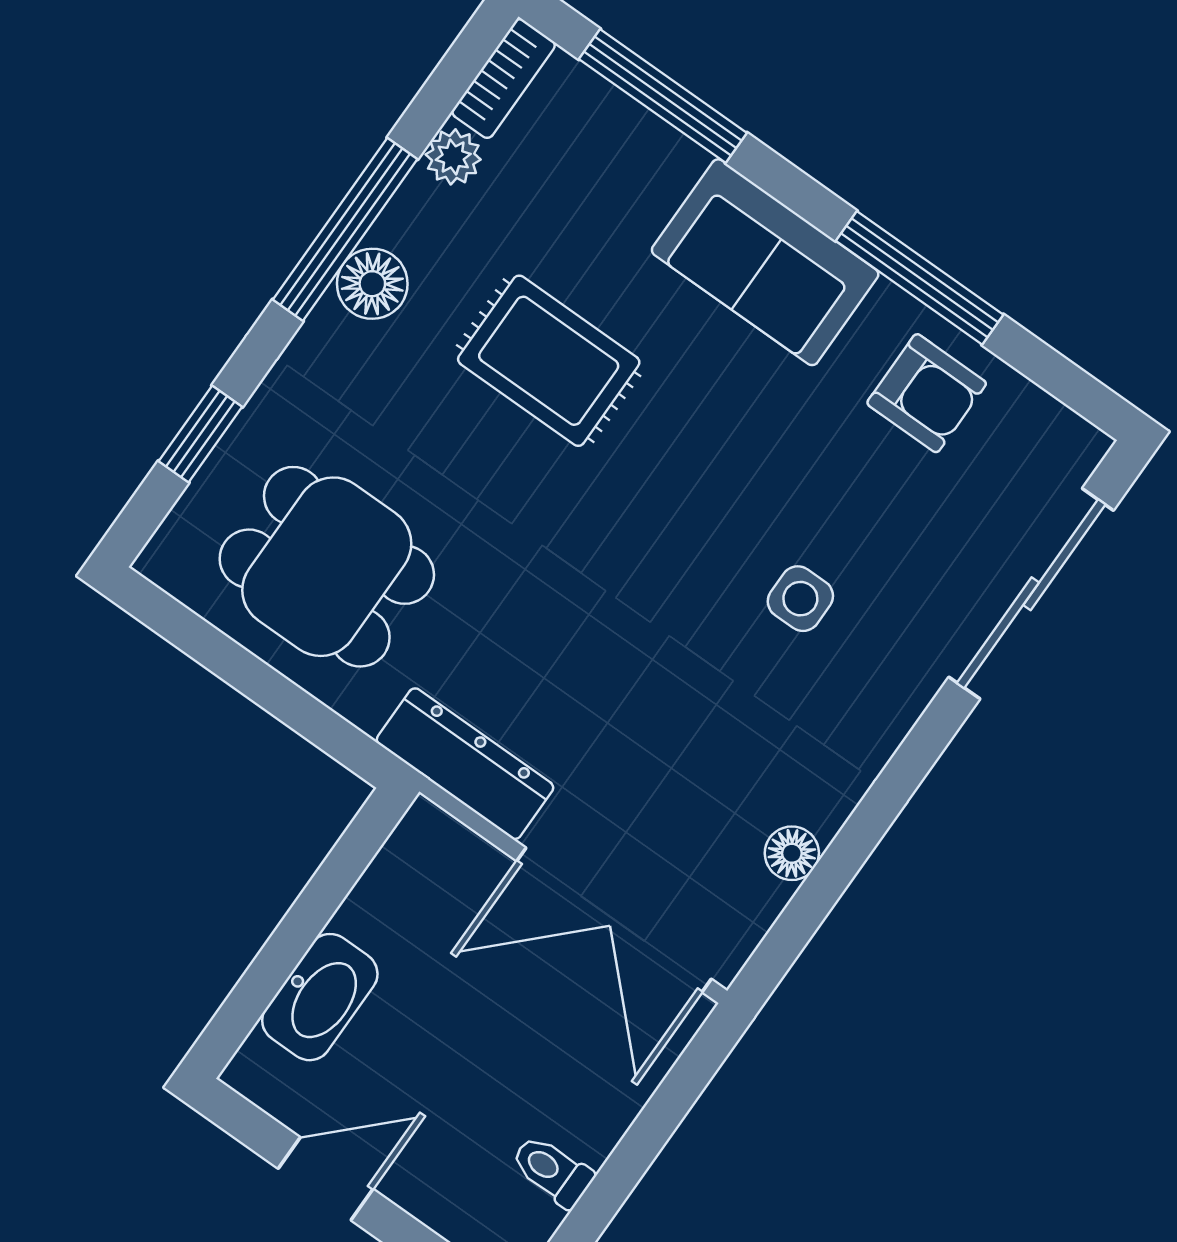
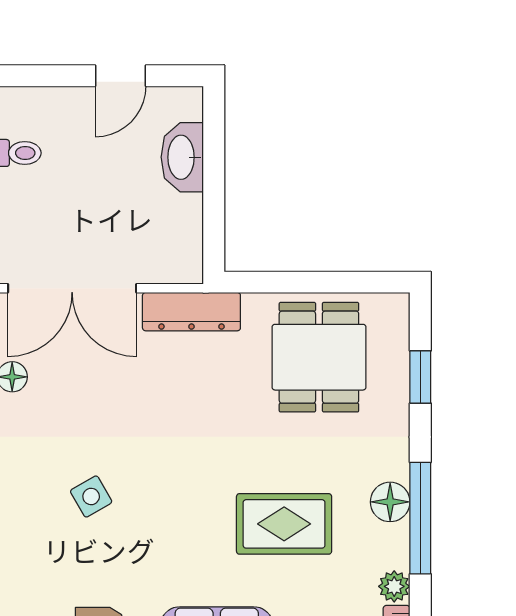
dining table: (327, 567) -> (319, 357), turned 90
side table: (800, 599) -> (91, 496), turned -30
double door: (614, 920) -> (72, 288), swing flipped

